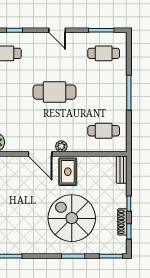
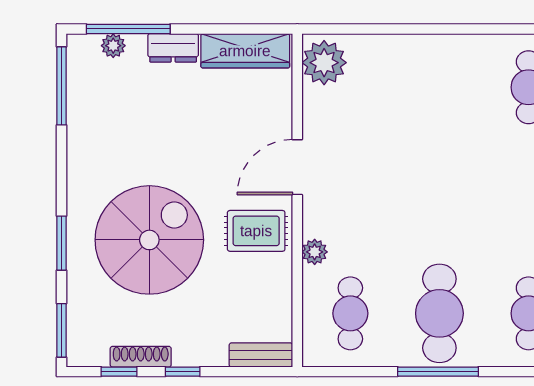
cafe table: (55, 92) -> (439, 313), moved
plant: (61, 146) -> (315, 252), moved

